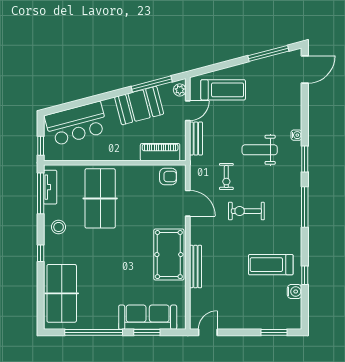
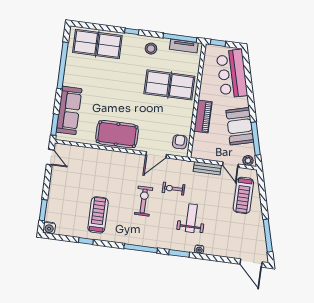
piano: (160, 152) -> (203, 116), moved
armchair: (168, 177) -> (180, 142), turned 180
bench: (195, 267) -> (105, 154), removed
water cooler: (295, 292) -> (49, 228), moved
window: (147, 332) -> (55, 125), moved

